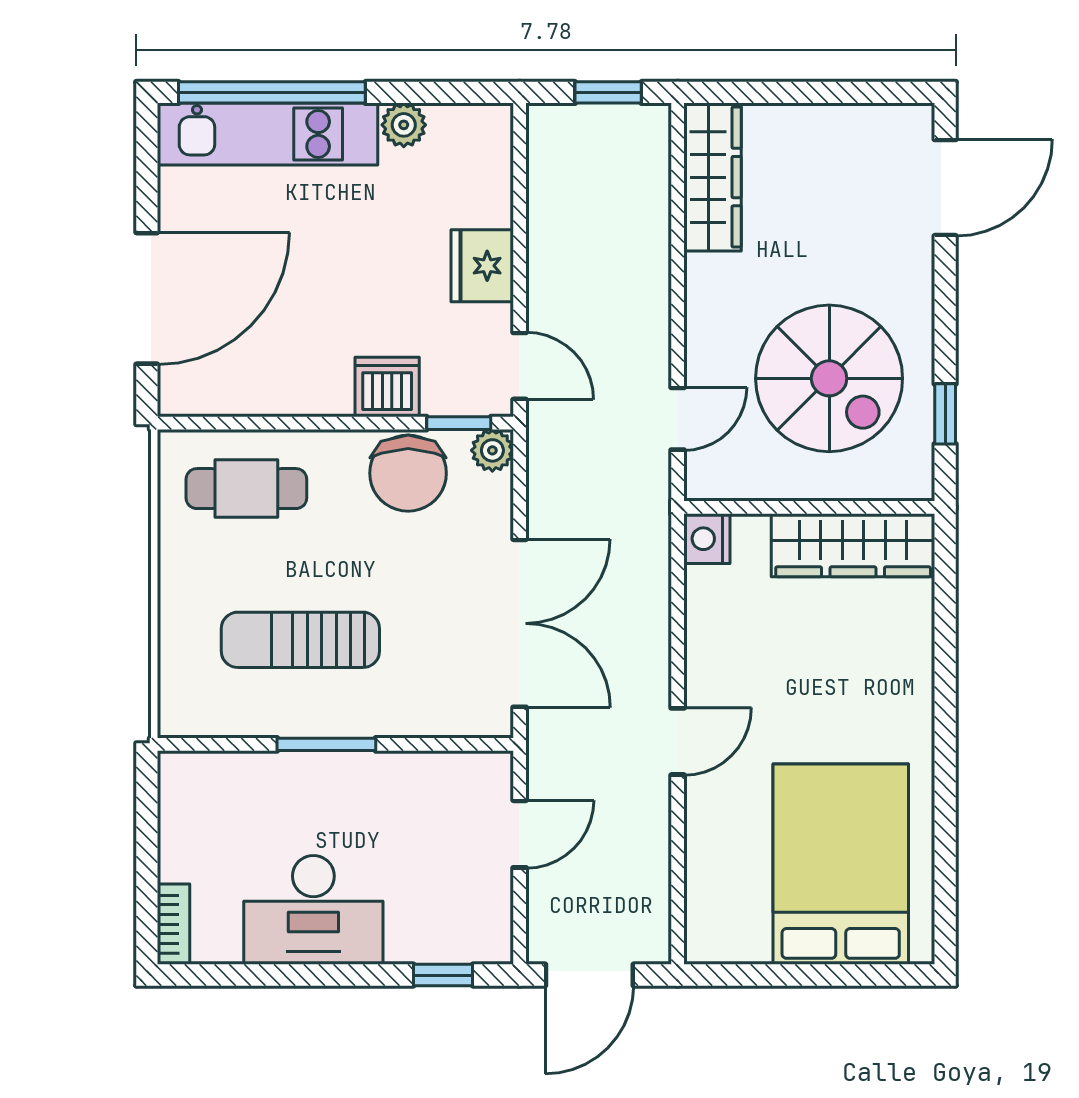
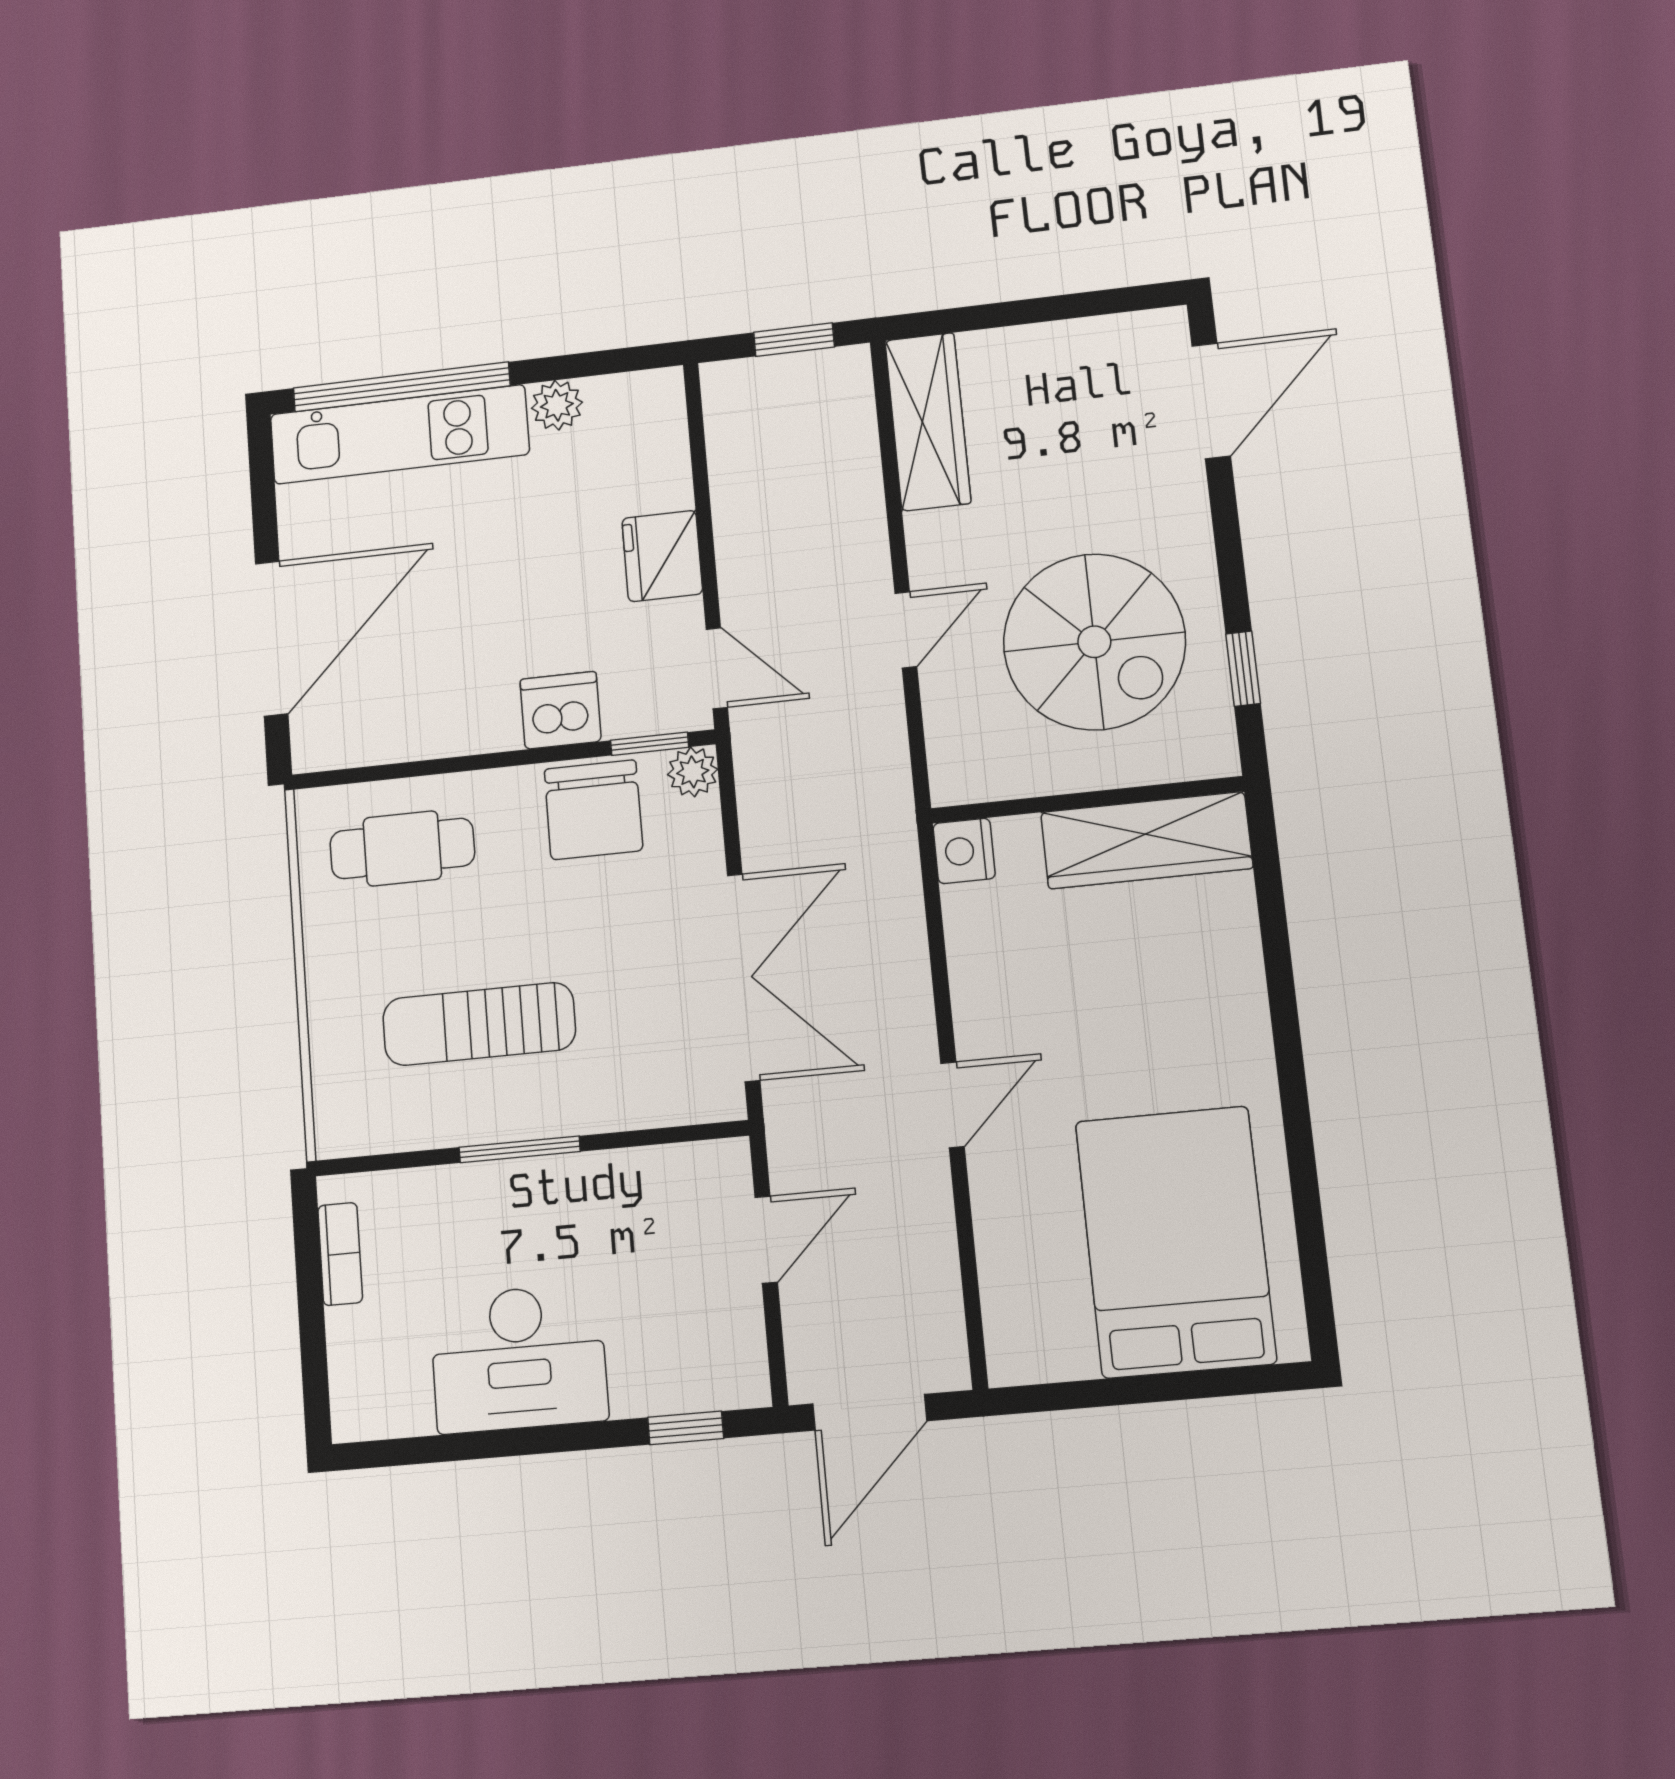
door: (678, 419) -> (906, 630), moved
bookcase: (173, 924) -> (340, 1254), moved

